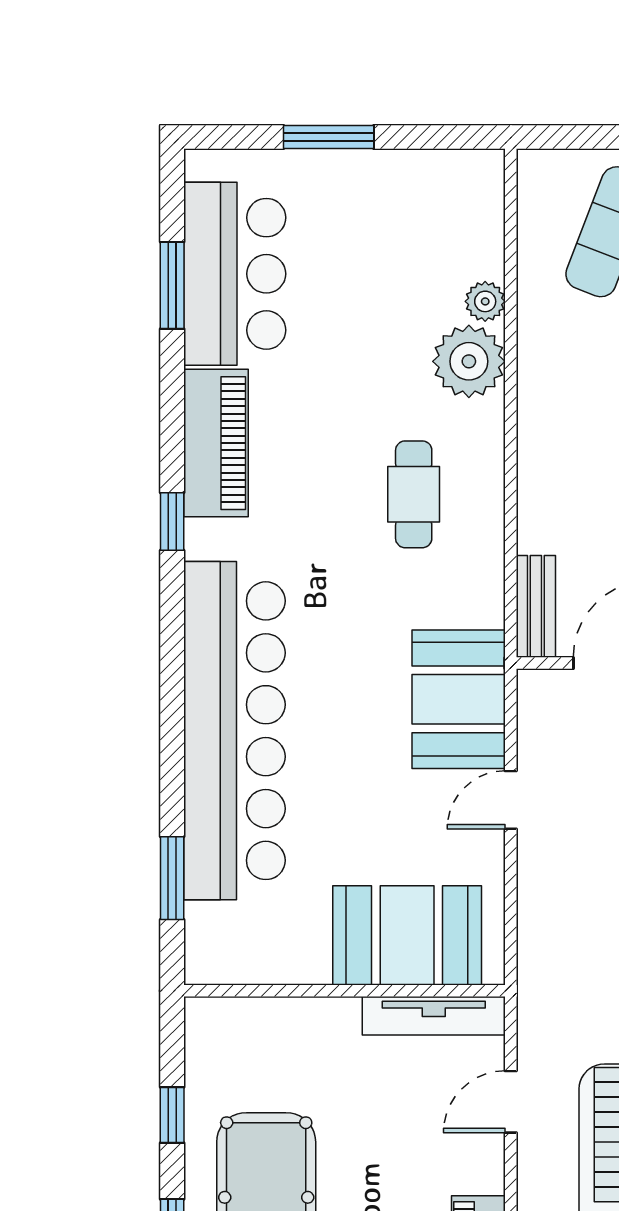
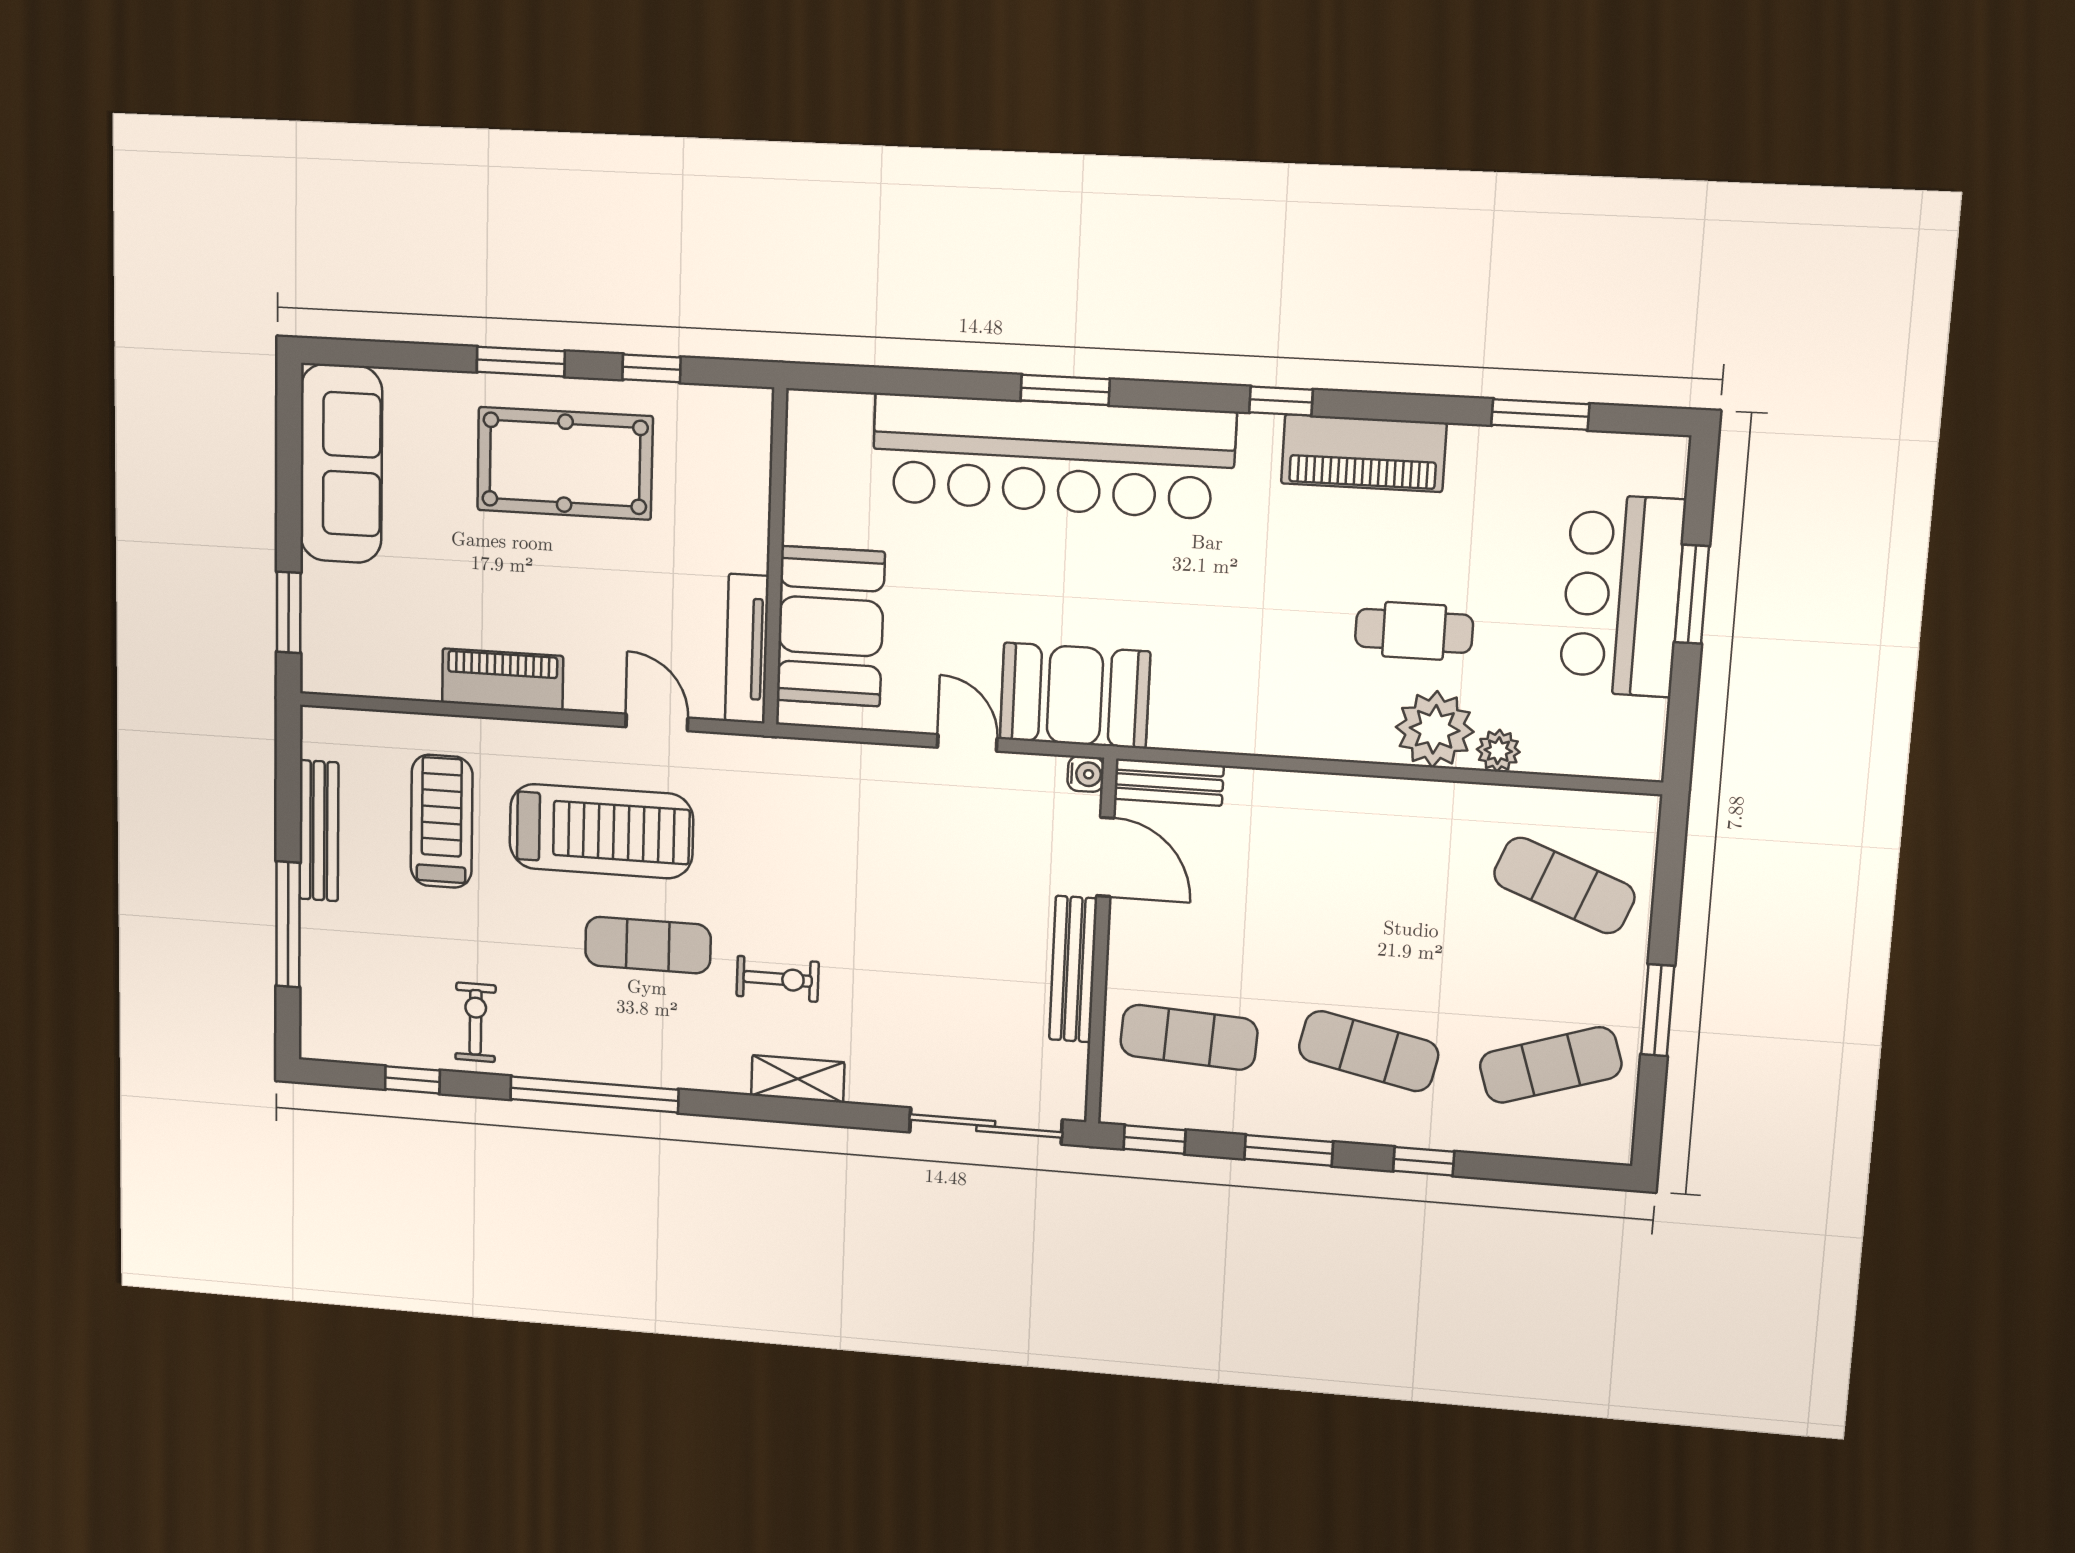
bar counter: (235, 274) -> (1622, 596), moved, turned 90
cafe table: (414, 494) -> (1414, 631), moved
water cooler: (533, 685) -> (1086, 774), added
window: (172, 878) -> (1065, 390), moved

